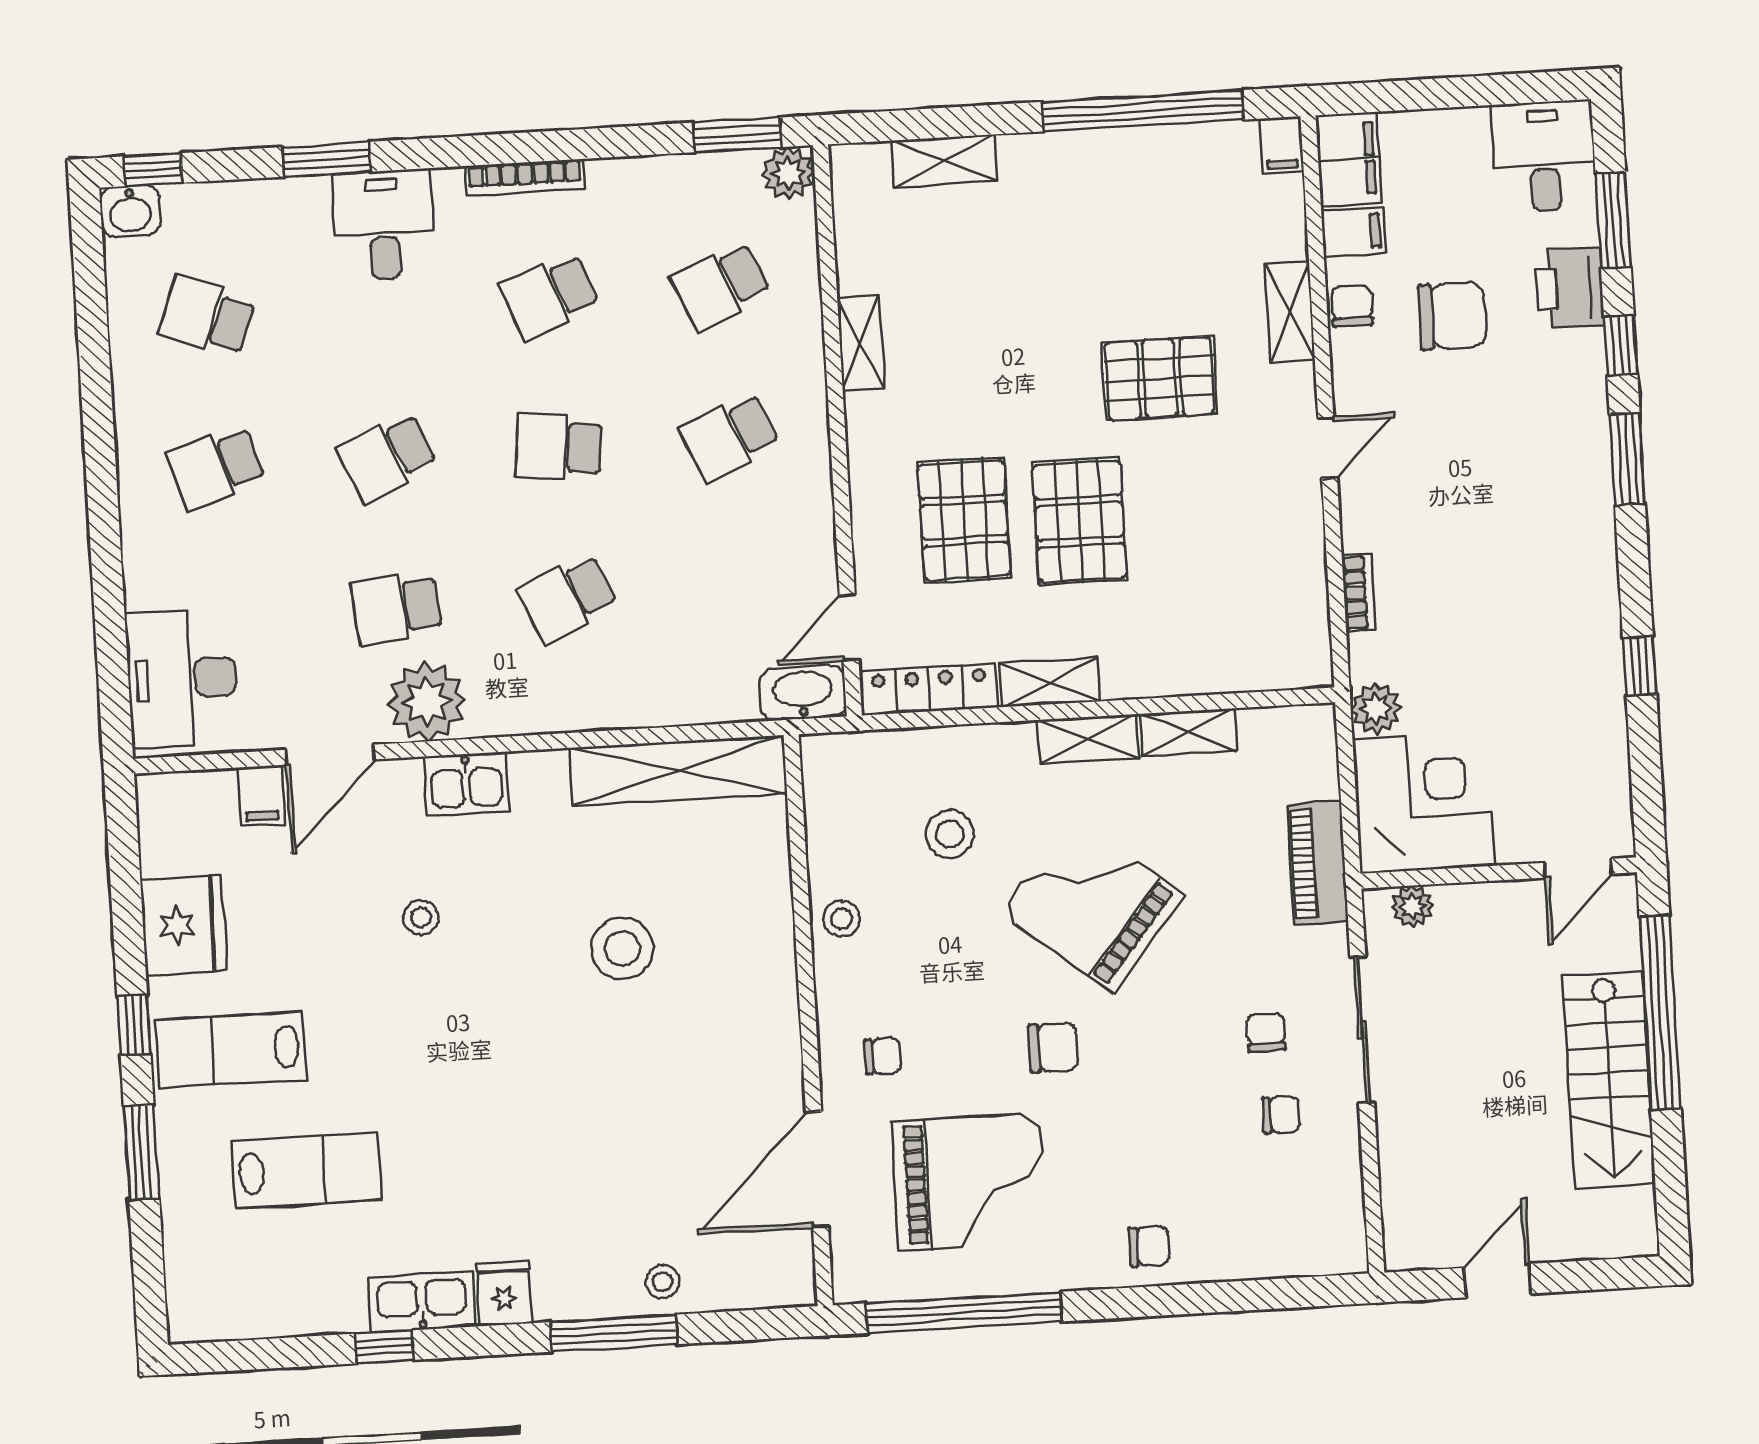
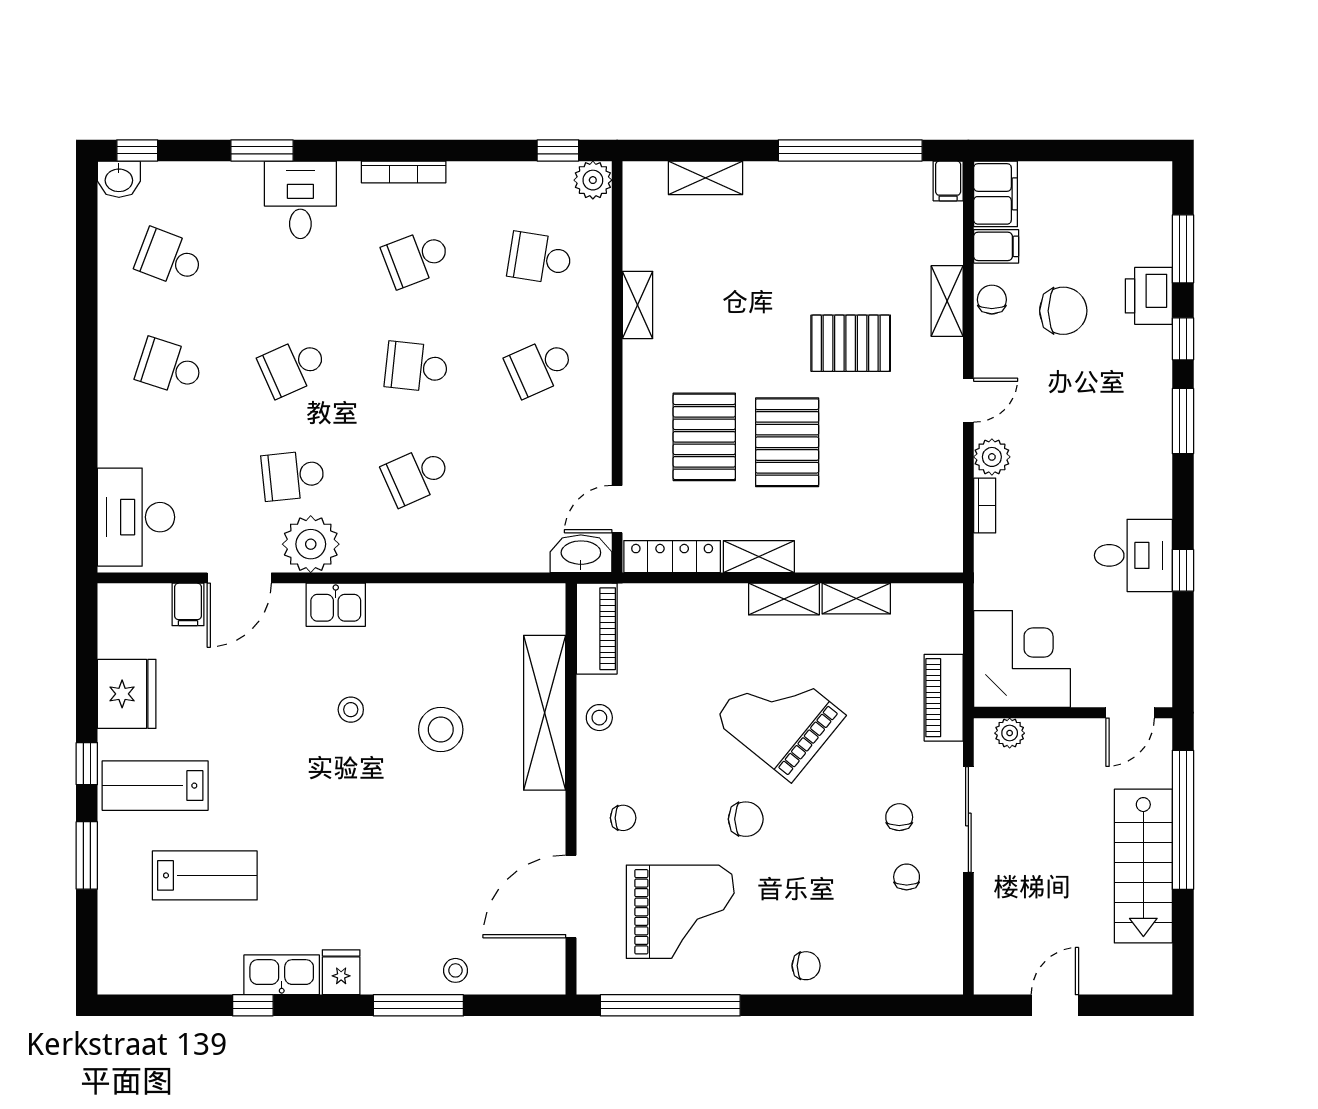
window: (737, 135) -> (558, 150), width x0.67
desk: (1544, 156) -> (1133, 555), moved, turned 90
school desk: (721, 286) -> (540, 258), turned 33
school desk: (216, 467) -> (170, 367), turned 36
plant: (1376, 709) -> (992, 457), moved
shelving: (678, 771) -> (545, 713), moved, turned 90
piano: (831, 796) -> (597, 629), added
stool: (950, 834) -> (681, 661), removed
stool: (421, 917) -> (351, 710), moved
chair: (1281, 1115) -> (907, 877), turned -90

